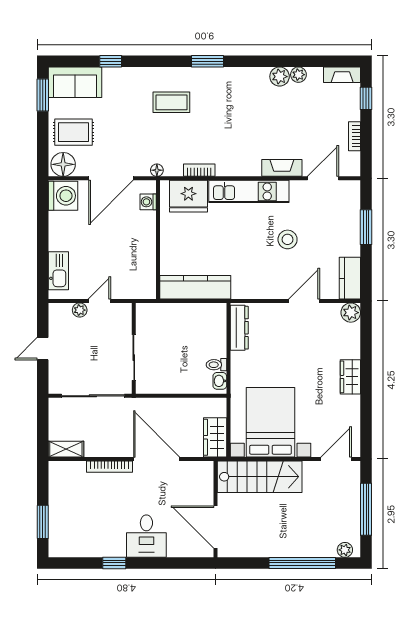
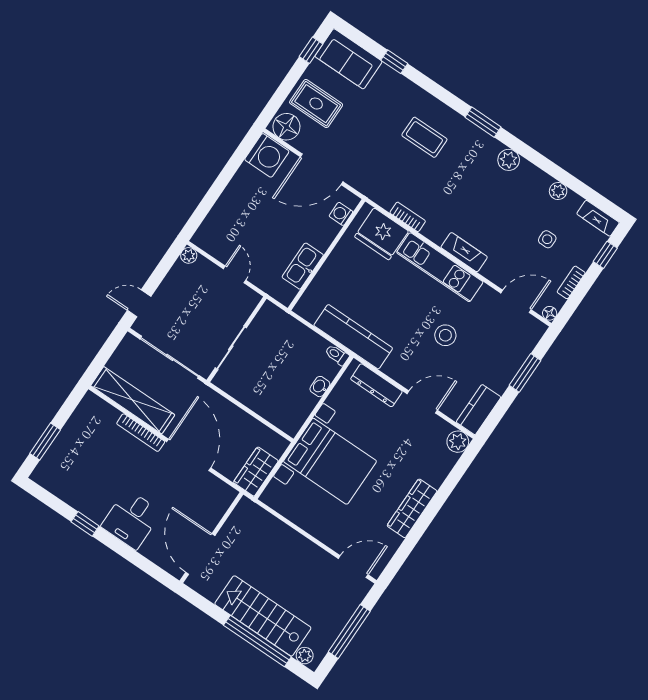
plant: (280, 77) -> (509, 160), moved
window: (43, 95) -> (311, 50), width x0.67
side table: (315, 116) -> (547, 239), added
fireplace: (282, 168) -> (464, 252), moved
floor lamp: (157, 170) -> (550, 313), moved
kitchen sink: (58, 271) -> (303, 266), moved, turned 180
kitchen counter: (195, 287) -> (353, 337), moved
door: (99, 301) -> (235, 274), hinge flipped
plant: (80, 310) -> (189, 255), moved
dresser: (239, 328) -> (376, 385), moved, turned 90
door: (43, 349) -> (139, 303), moved
toilet: (217, 365) -> (337, 355), moved
wardrobe: (350, 377) -> (412, 508), width x1.50
washbasin: (220, 381) -> (320, 387), moved
bed with nightstands: (271, 422) -> (330, 461), moved, turned 90
shelving: (66, 449) -> (133, 400), width x2.20, depth x1.33
stairs: (260, 477) -> (263, 616), moved, turned 180

